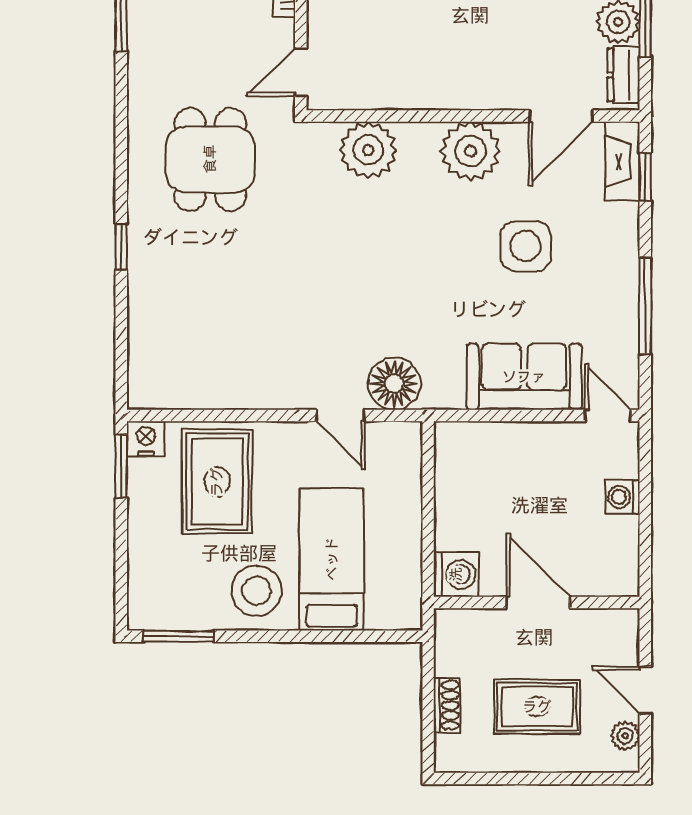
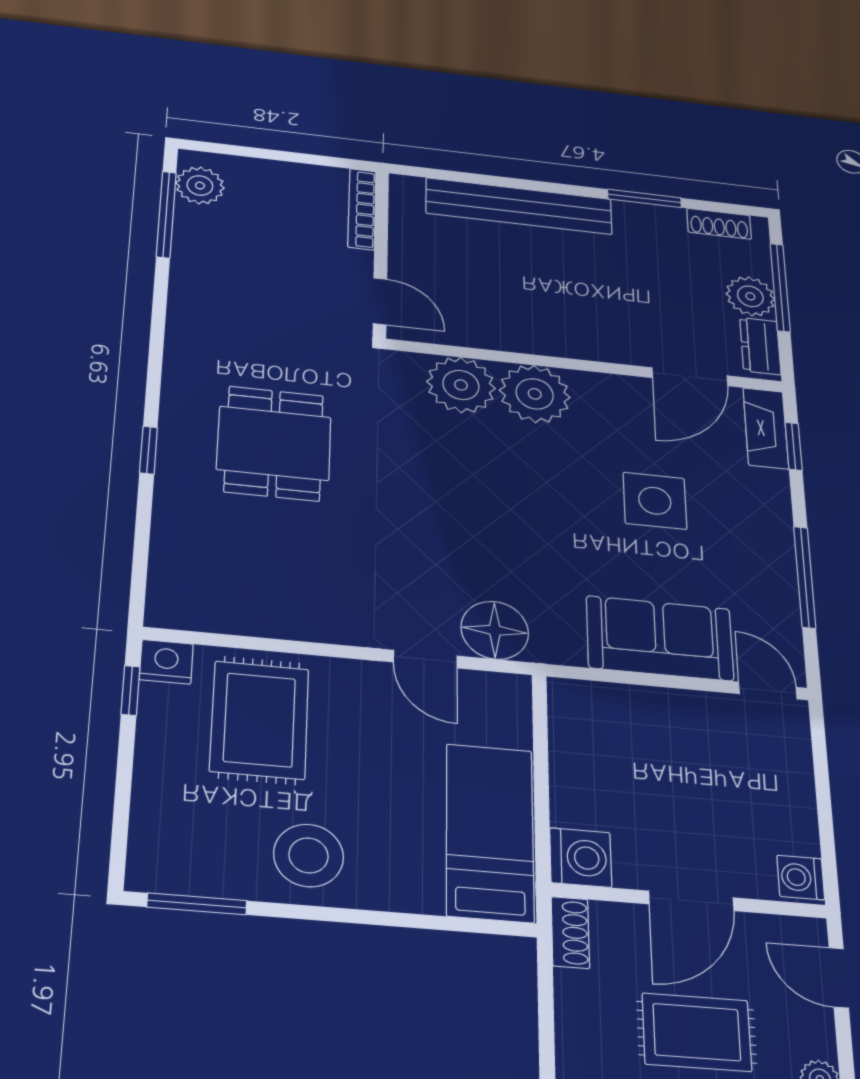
door: (301, 72) -> (380, 301), swing flipped
plant: (471, 151) -> (535, 394), moved
dining table: (210, 159) -> (274, 443), moved
window: (121, 466) -> (130, 691), width x0.67
washing machine: (623, 497) -> (801, 877), moved
bed: (332, 559) -> (490, 832), moved
door: (538, 603) -> (691, 901), swing flipped
door: (645, 690) -> (839, 978), moved
shoe rack: (447, 705) -> (570, 932), moved

